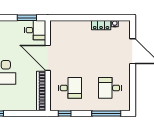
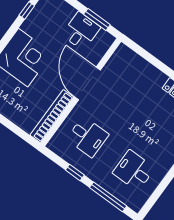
desk: (35, 30) -> (81, 31), moved, turned -90
window: (65, 113) -> (75, 173), moved

